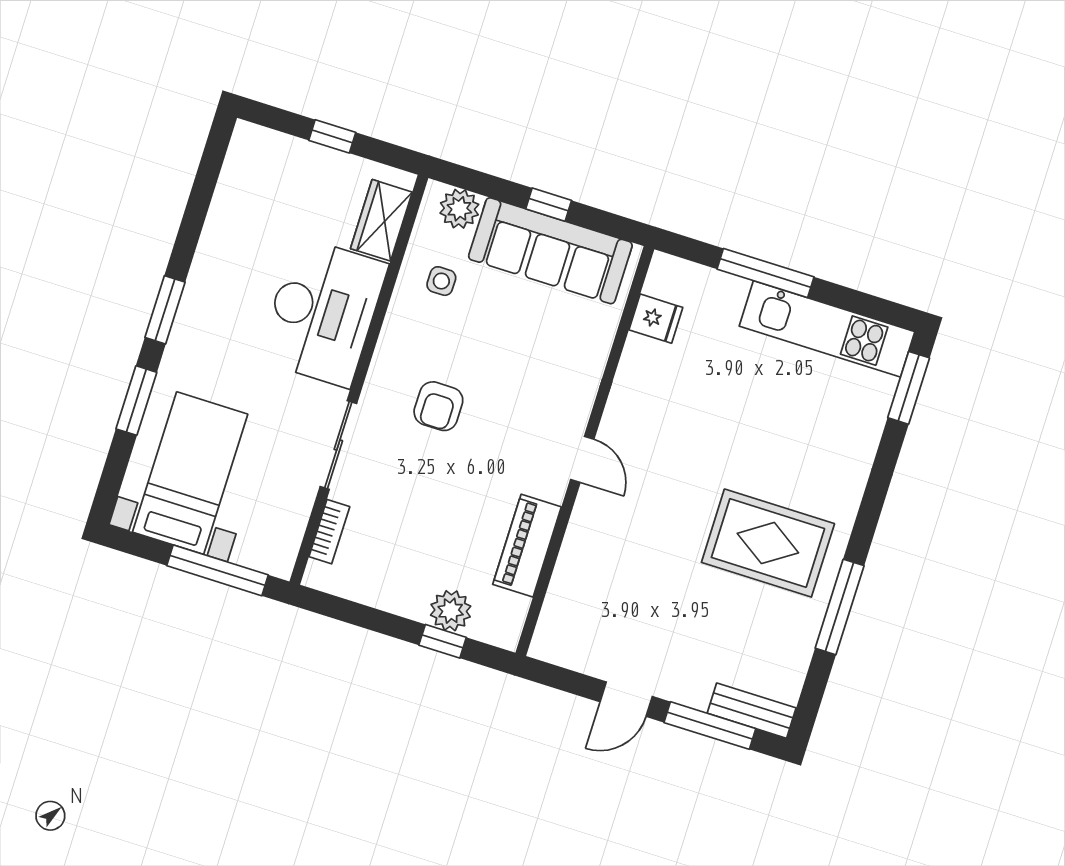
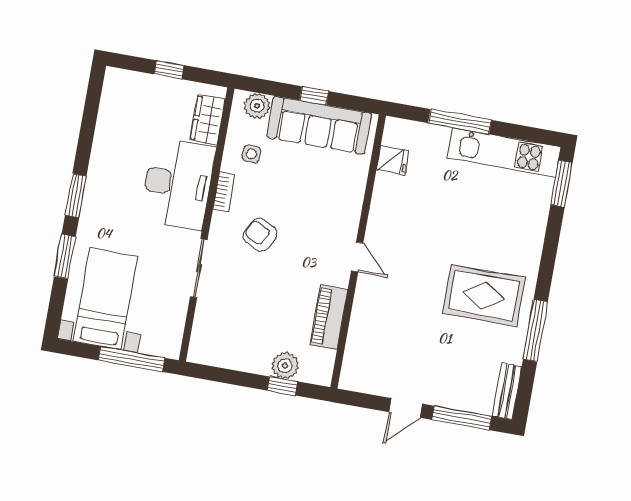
armchair: (438, 406) -> (260, 235), turned 117
bookcase: (329, 532) -> (224, 192), moved
bench: (752, 711) -> (507, 391), moved, turned 90

